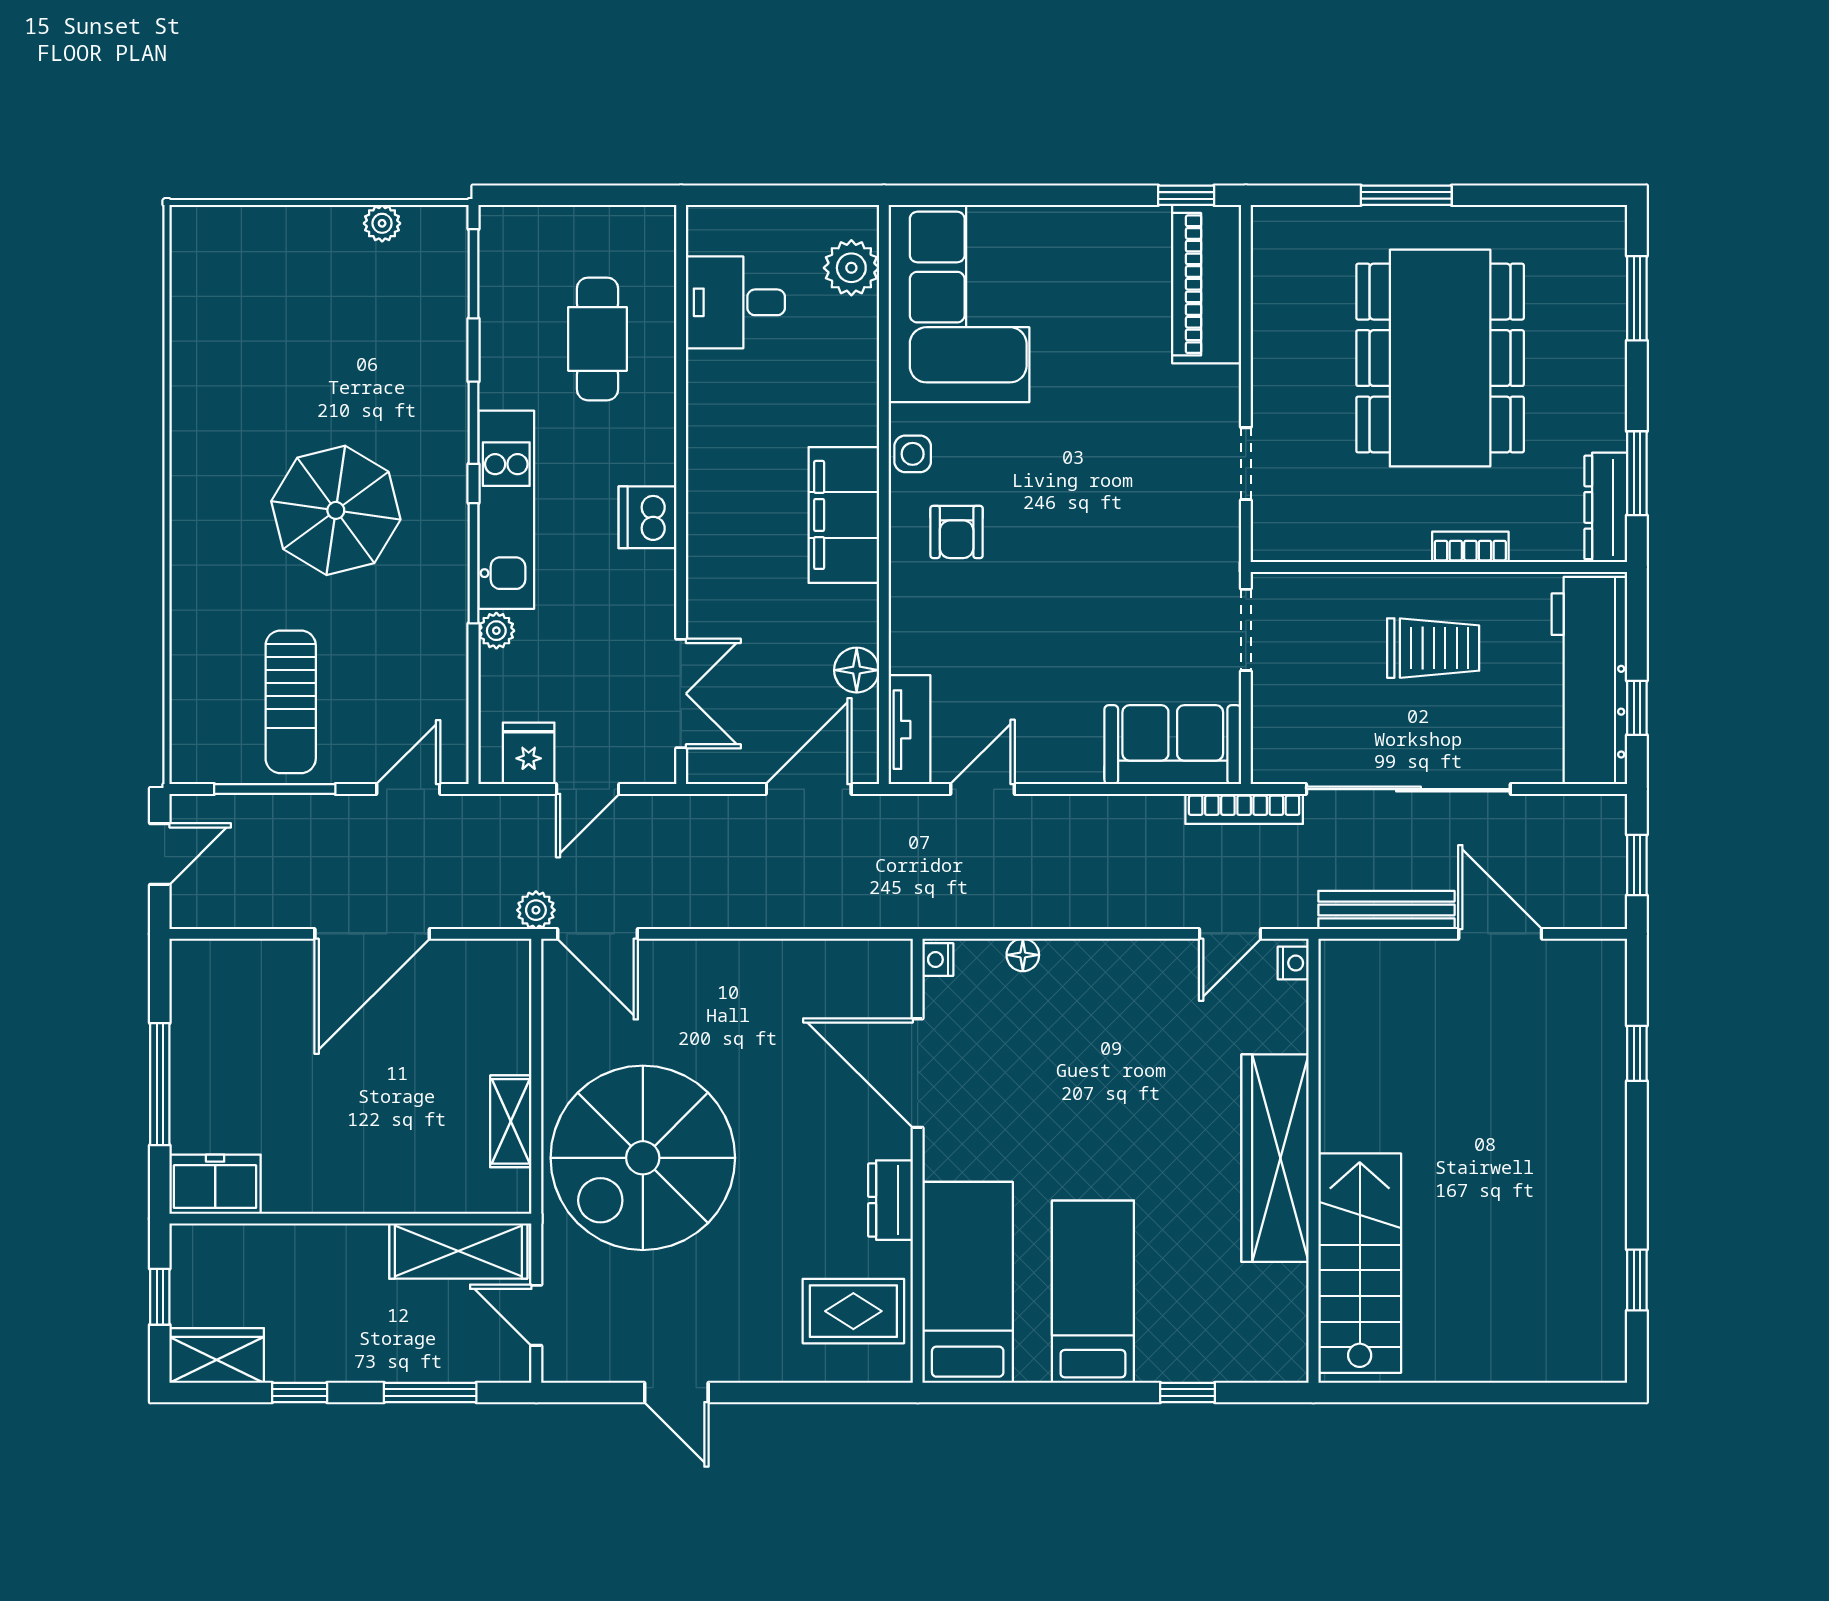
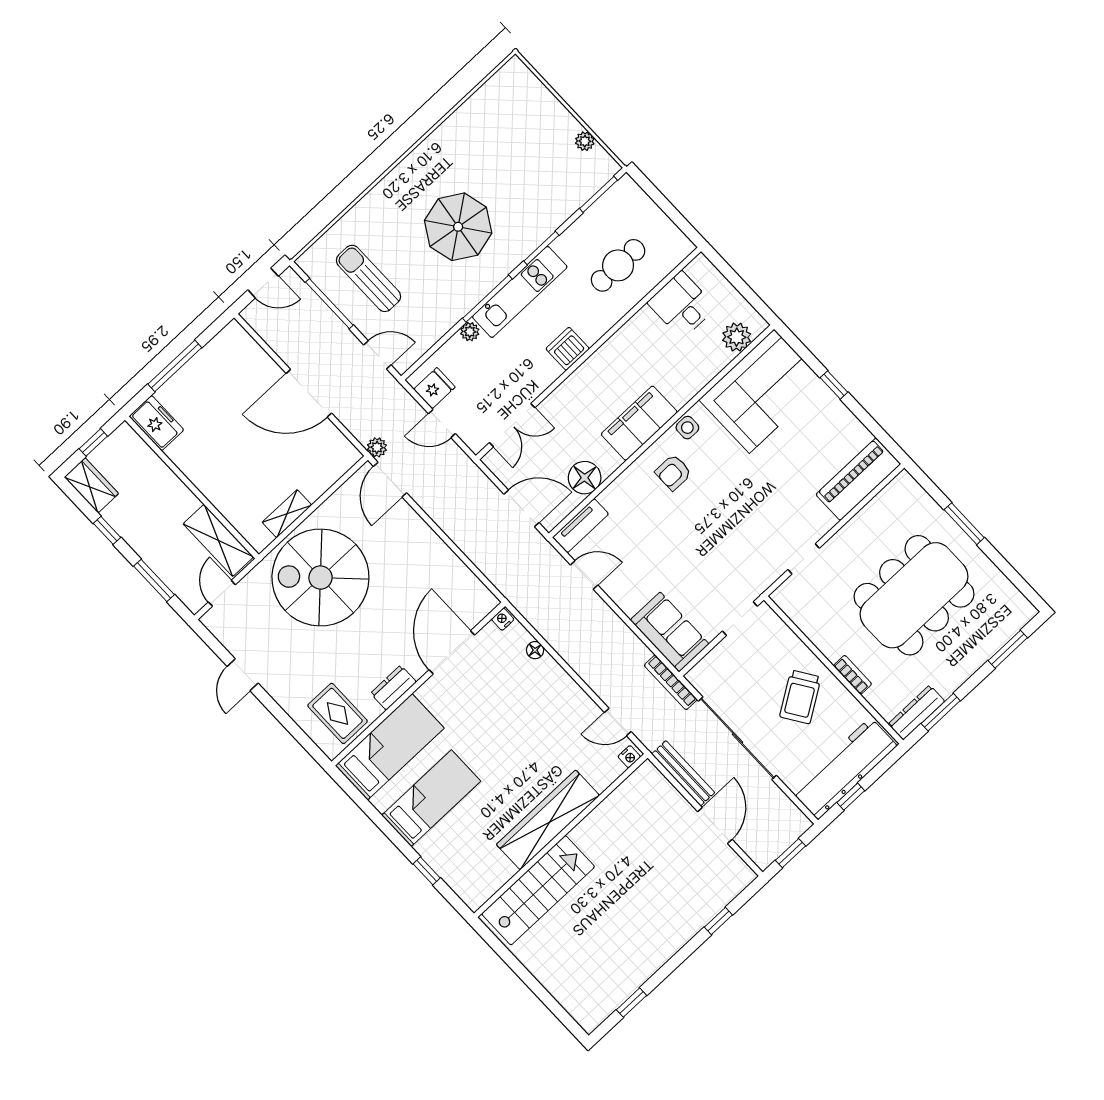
window: (1186, 195) -> (834, 385), moved
trolley: (1433, 648) -> (800, 697), turned 57
floor lamp: (857, 670) -> (585, 478), width x1.38, depth x1.38
sun lounger: (291, 702) -> (368, 278), turned 90

